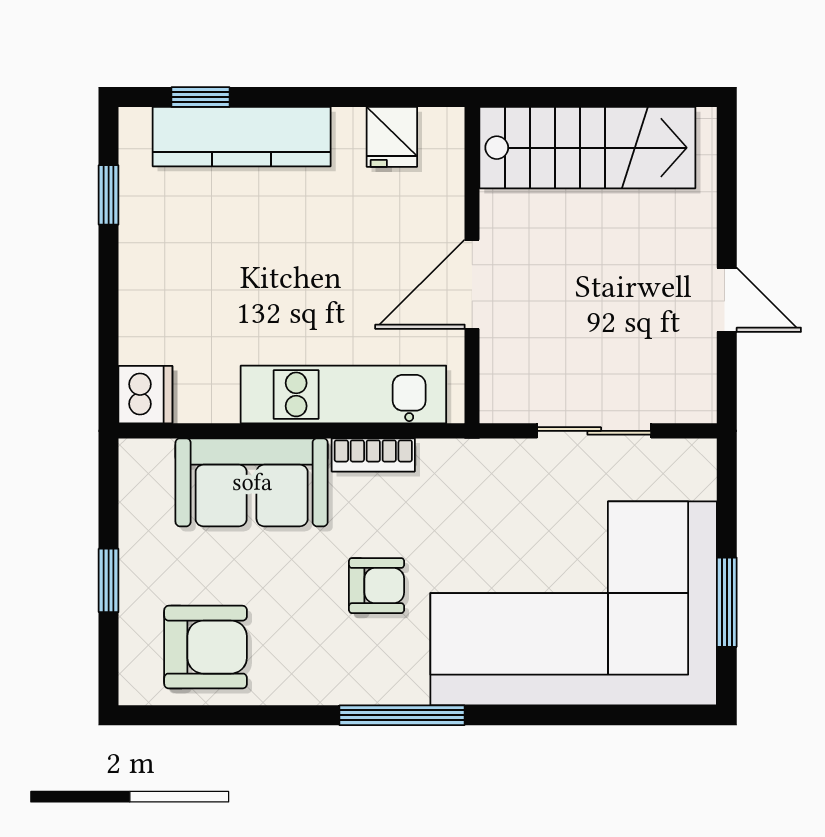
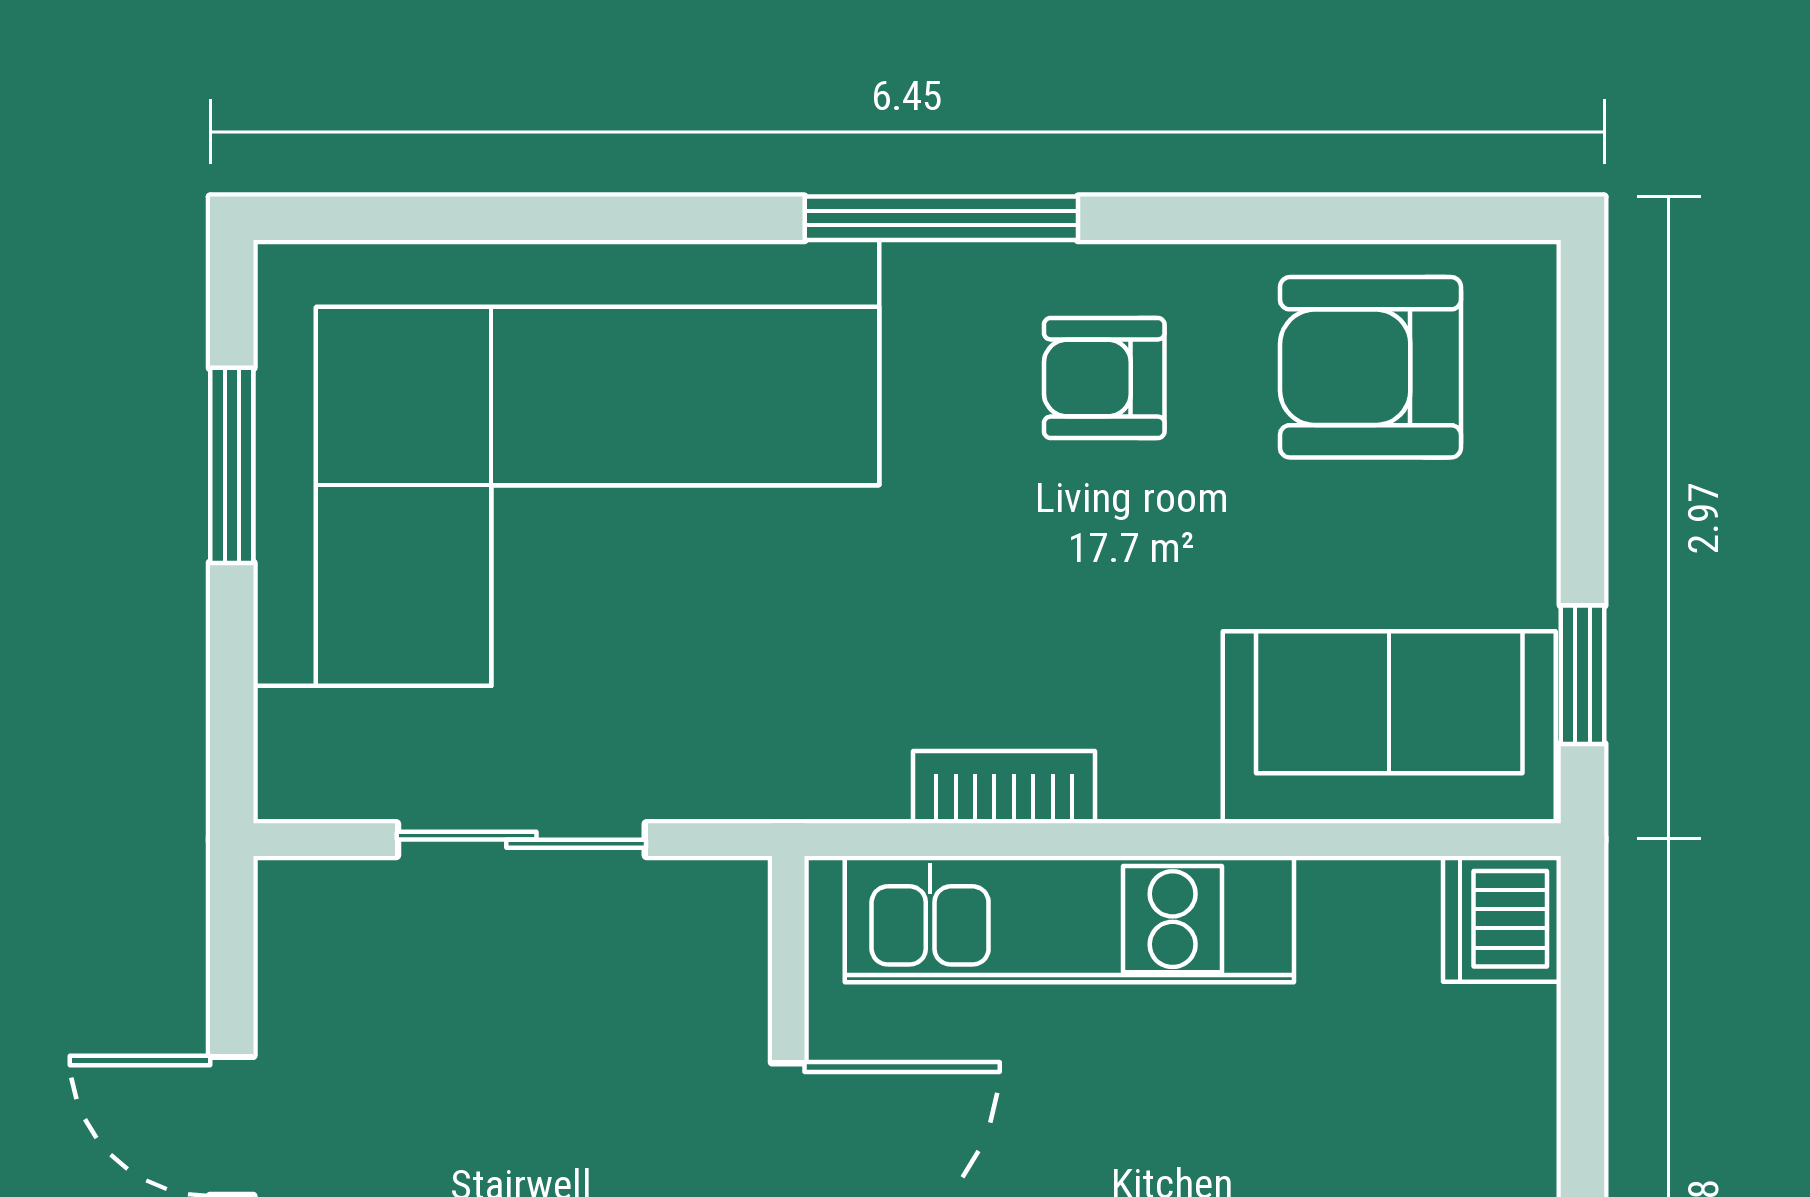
sofa: (252, 482) -> (1389, 727), moved
window: (109, 580) -> (1583, 675), moved
armchair: (377, 586) -> (1104, 378), moved

